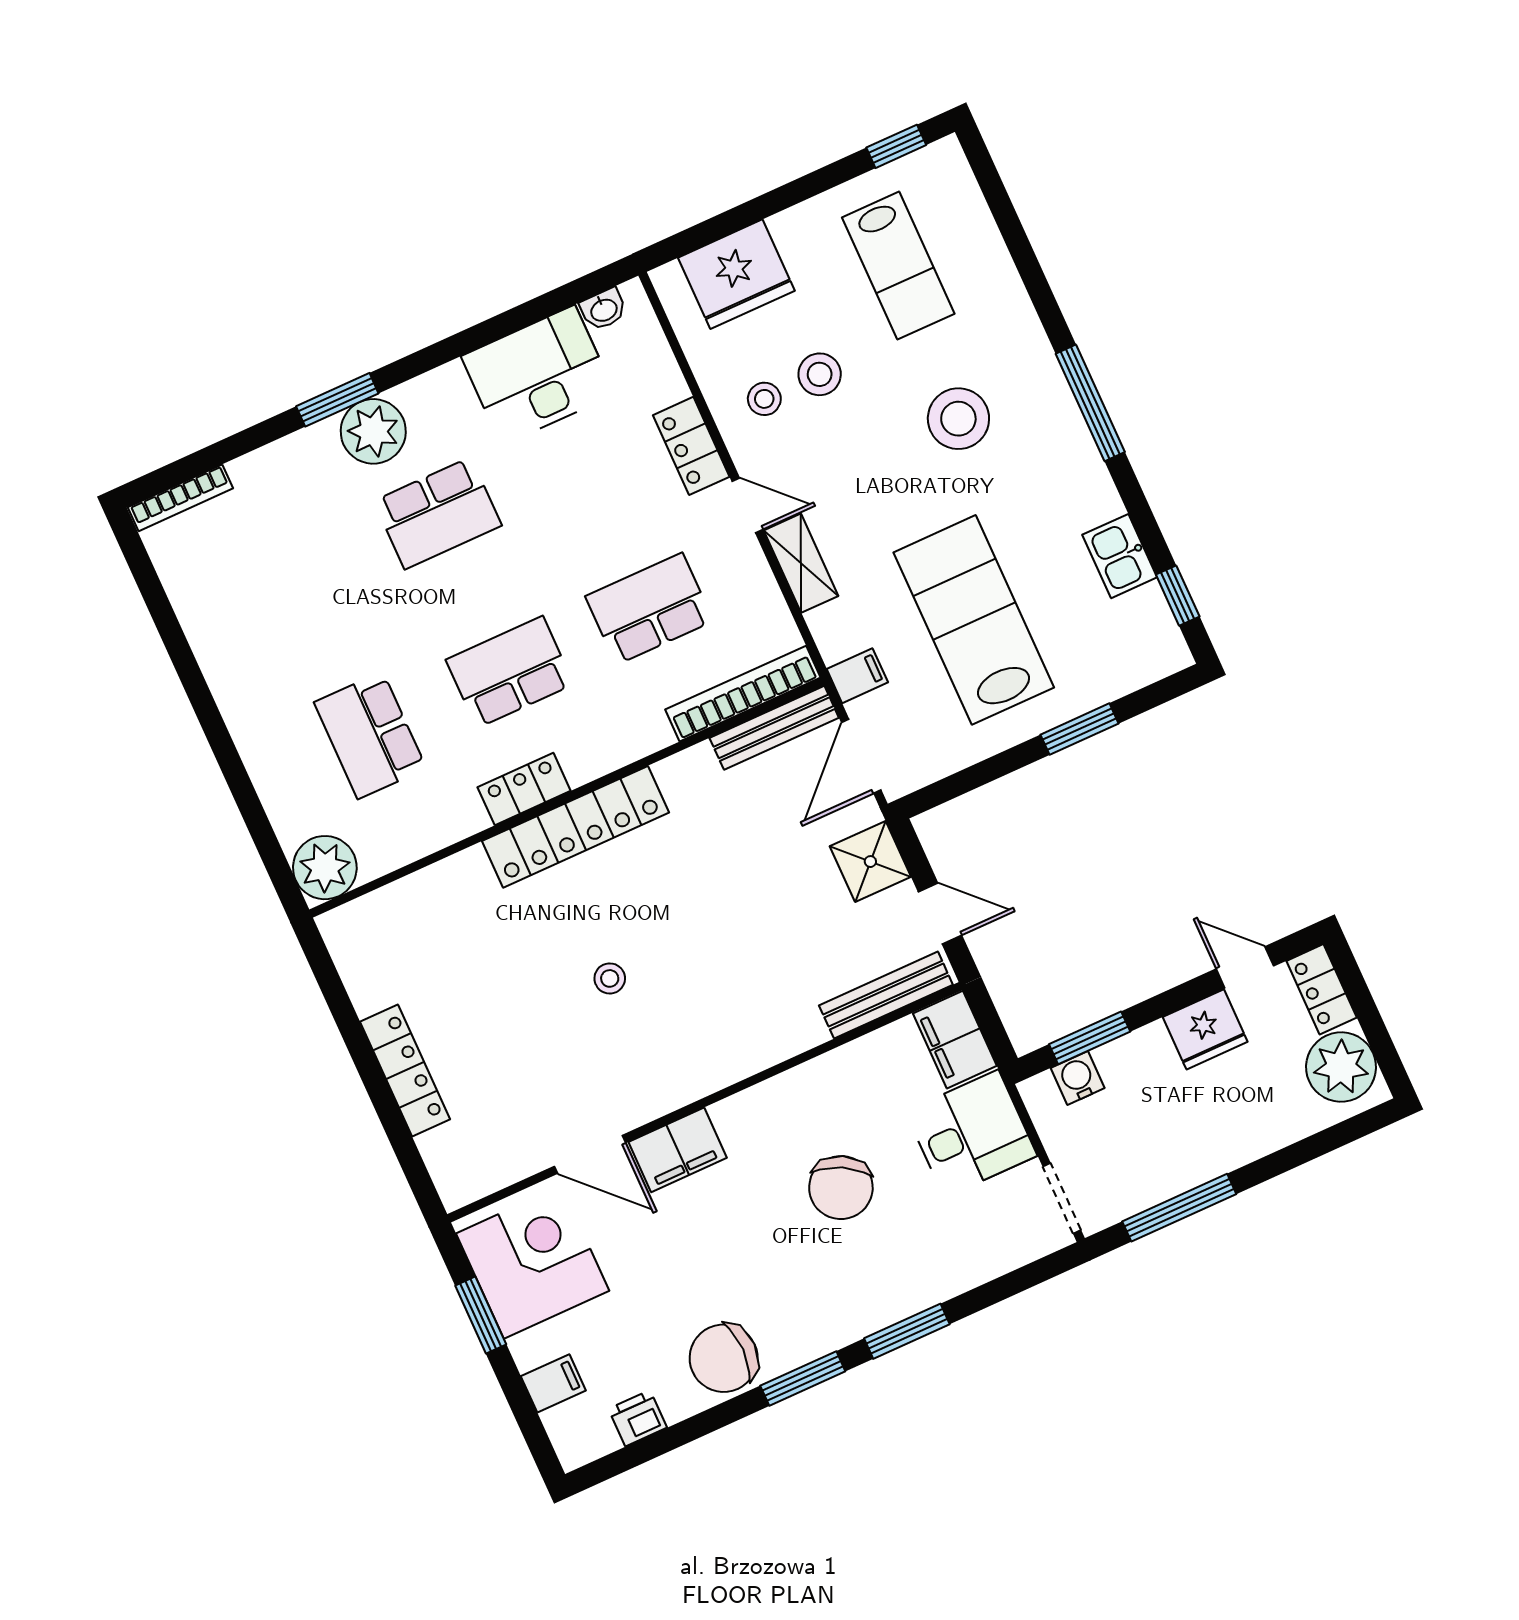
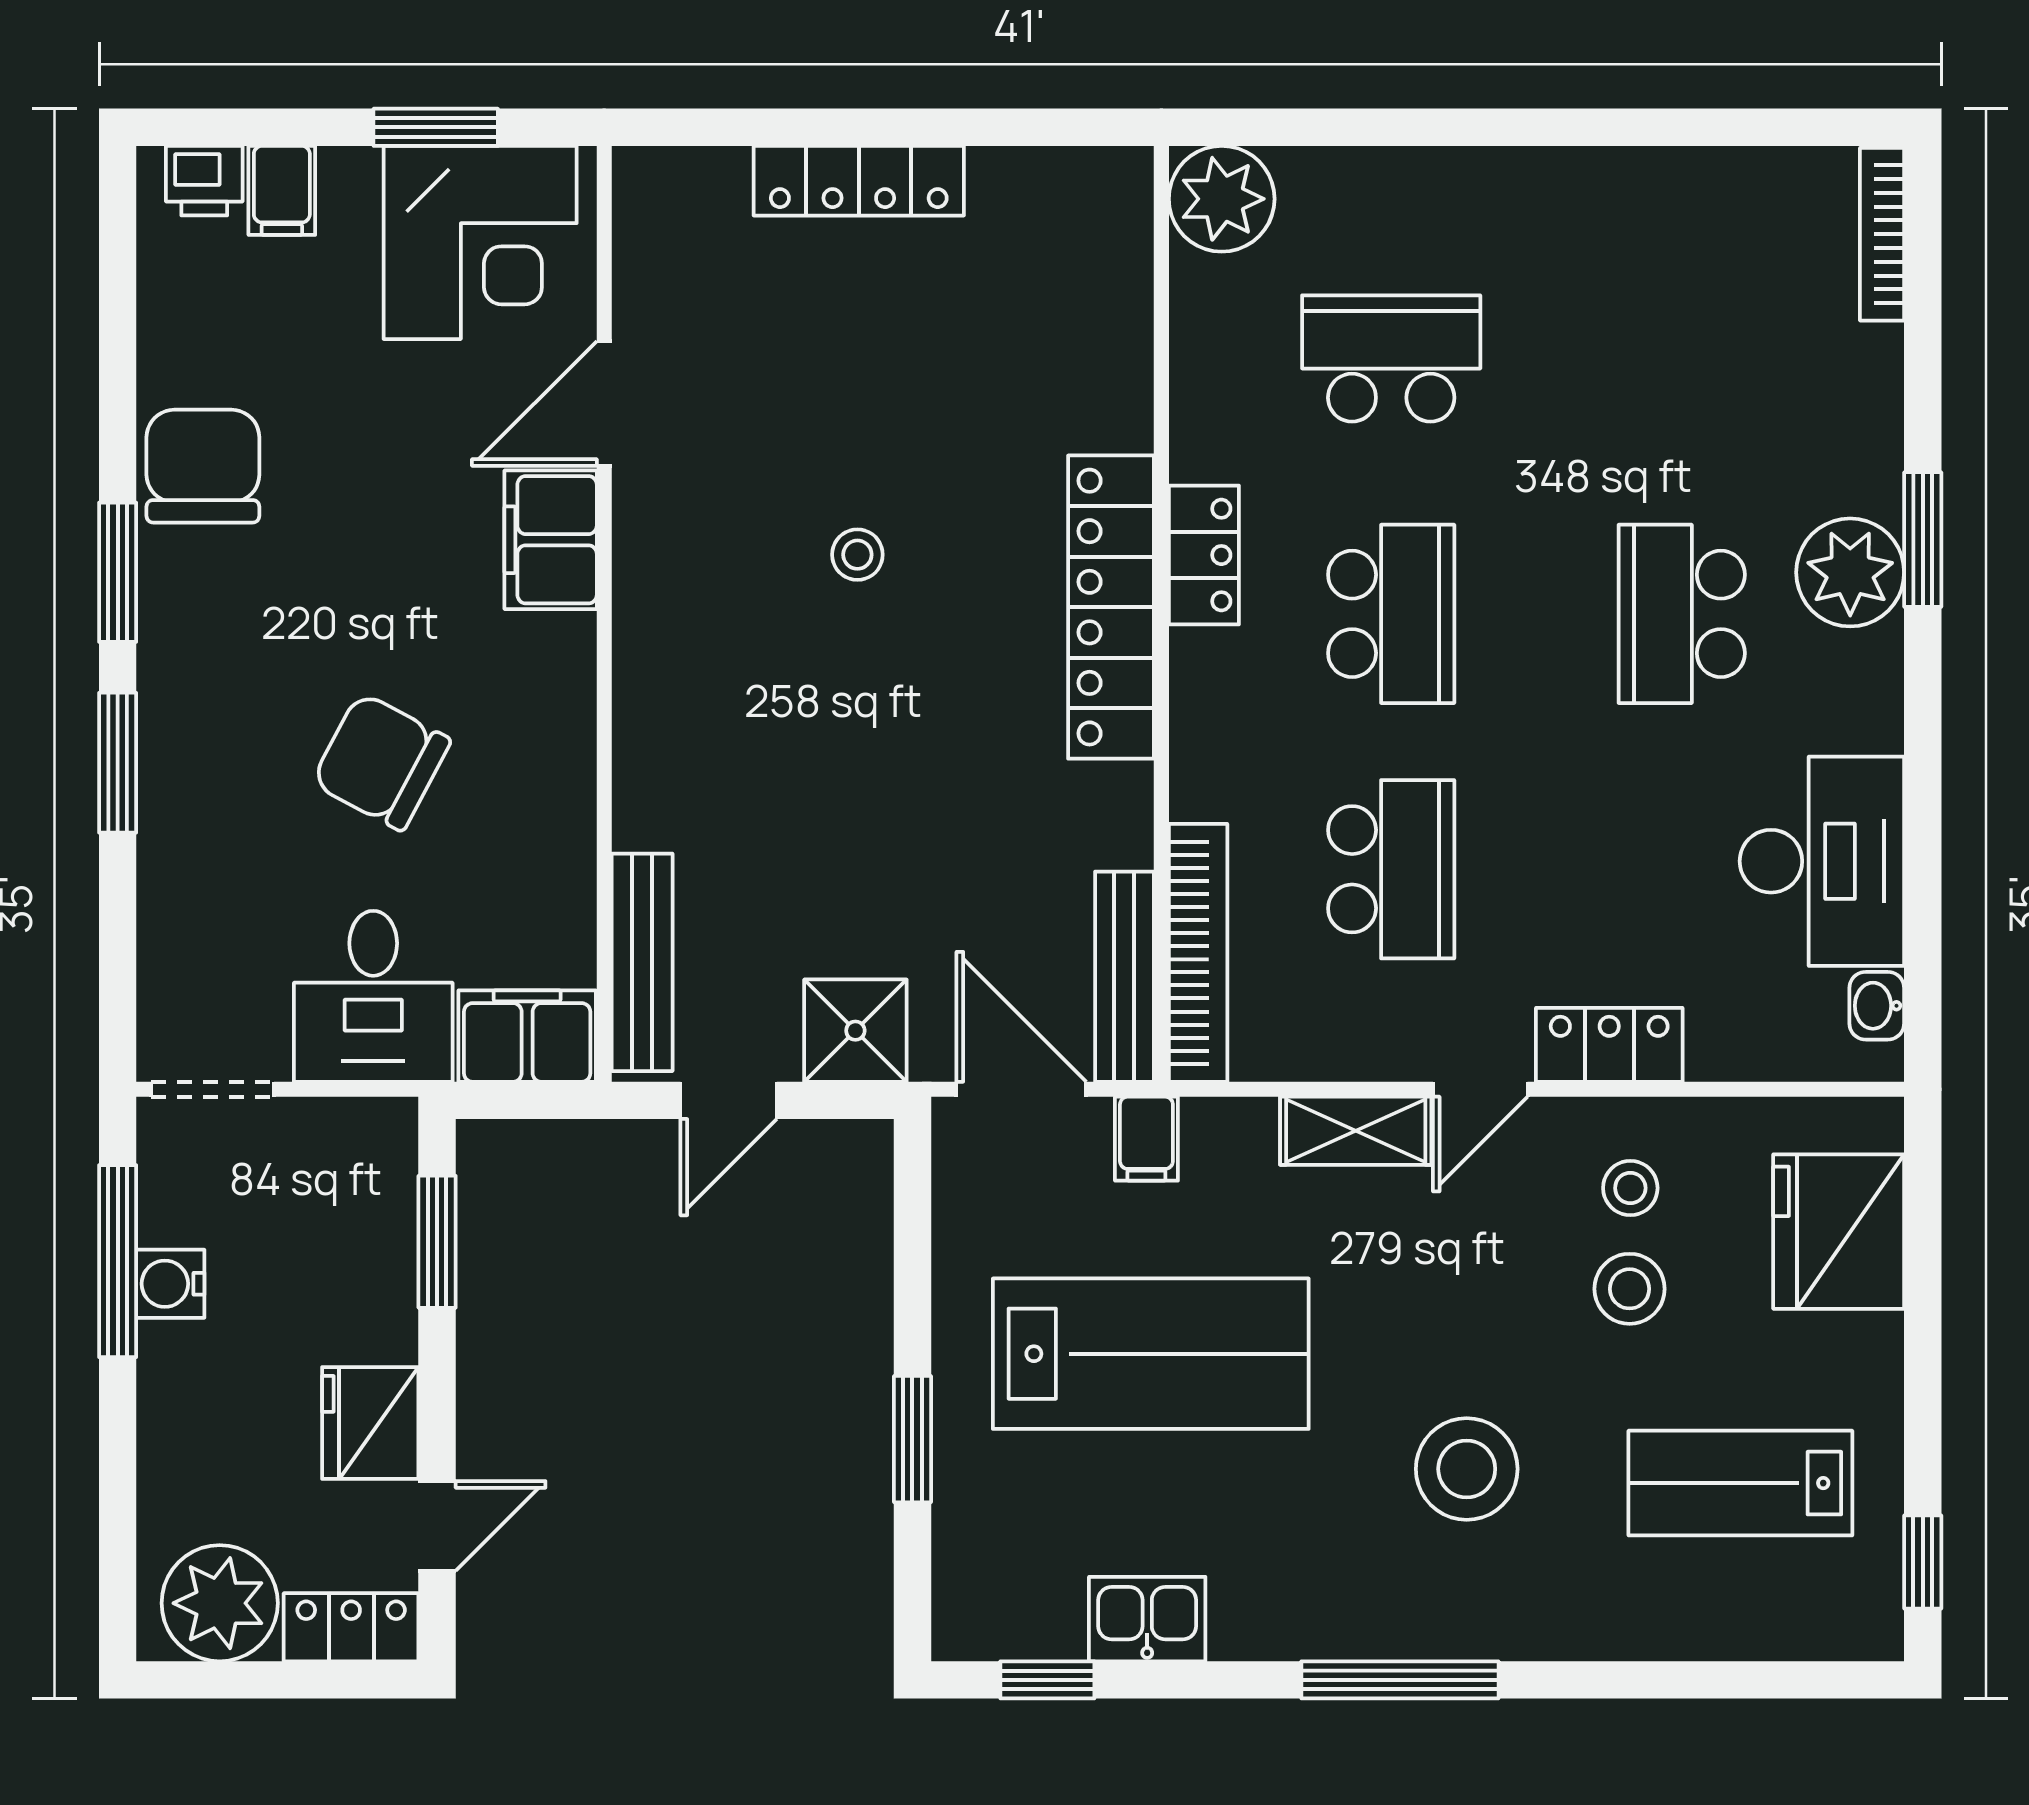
water cooler: (1078, 1078) -> (170, 1284), moved, turned 180
printer: (638, 1418) -> (204, 181), moved, turned 90

